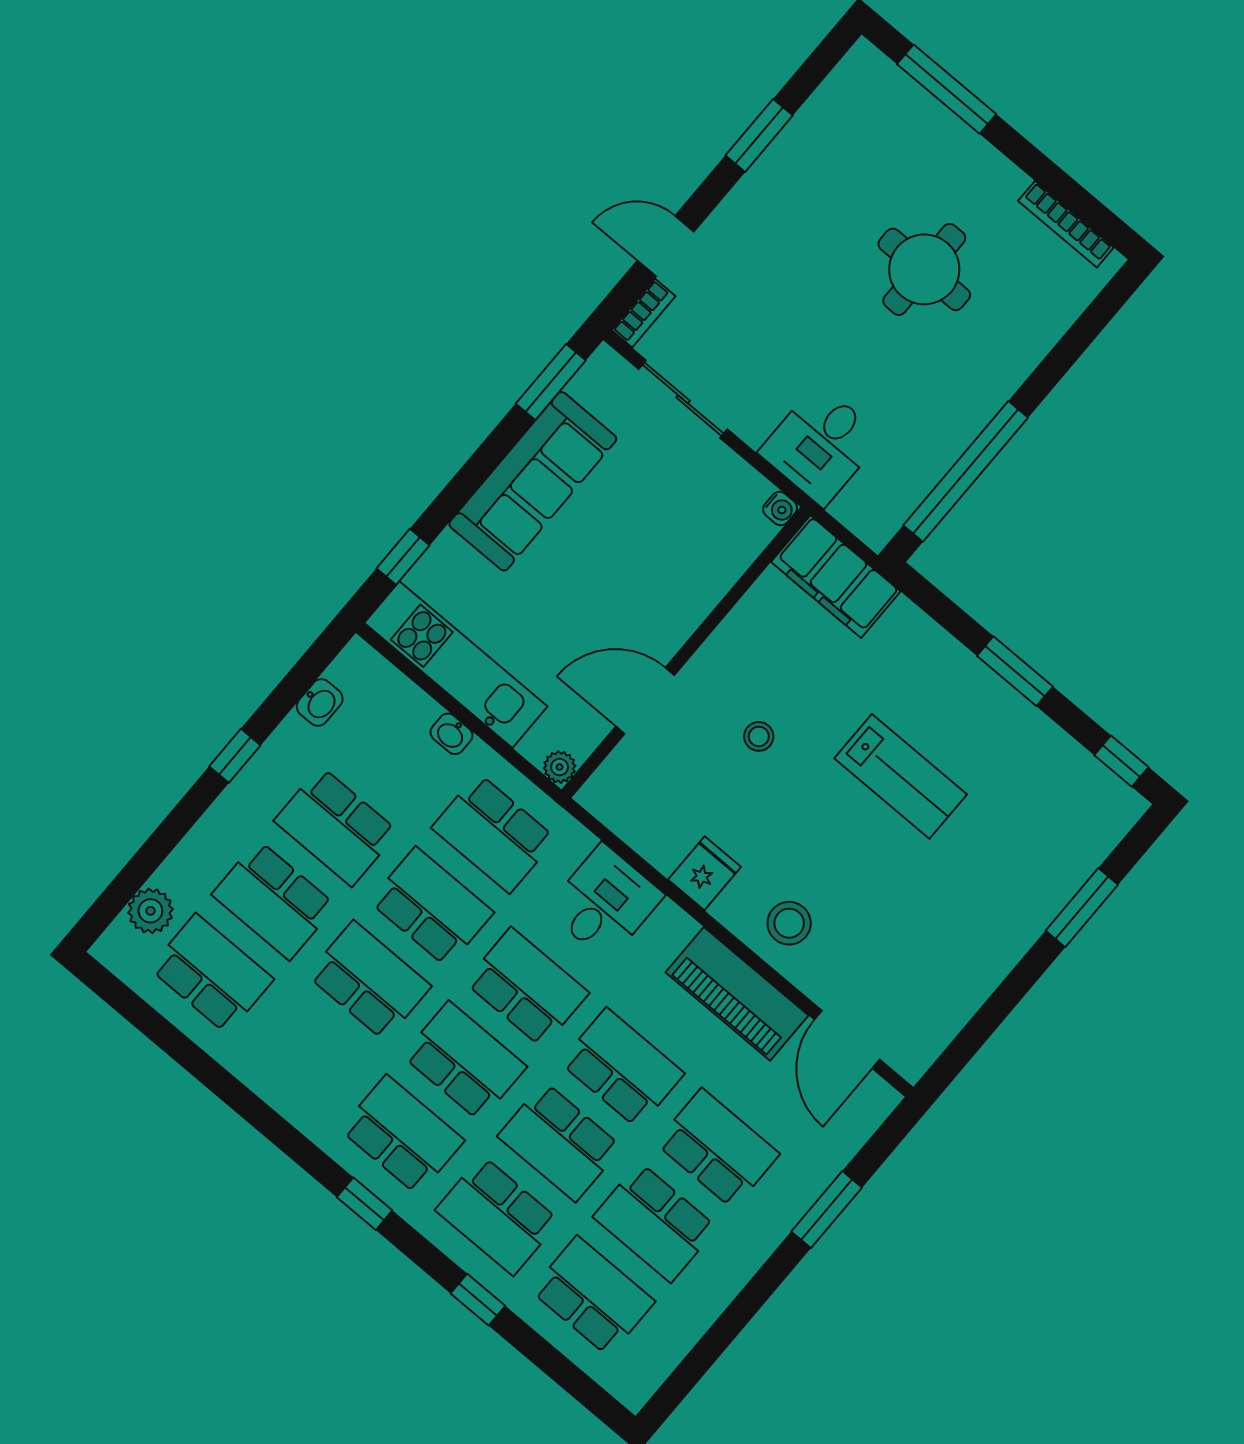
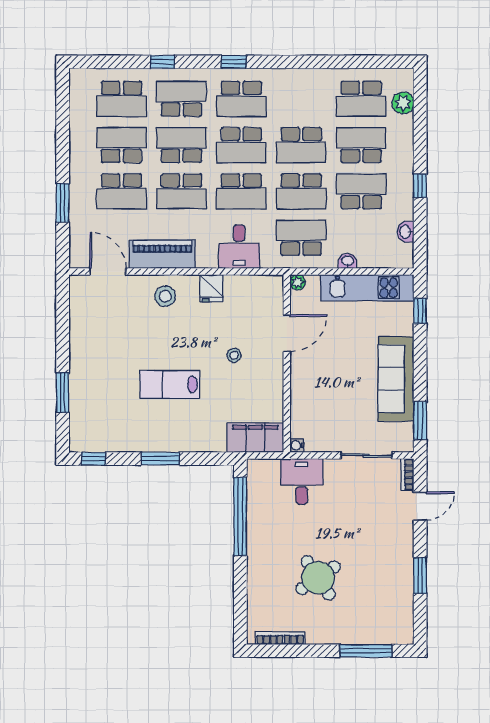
round table: (924, 269) -> (318, 578), turned -34

